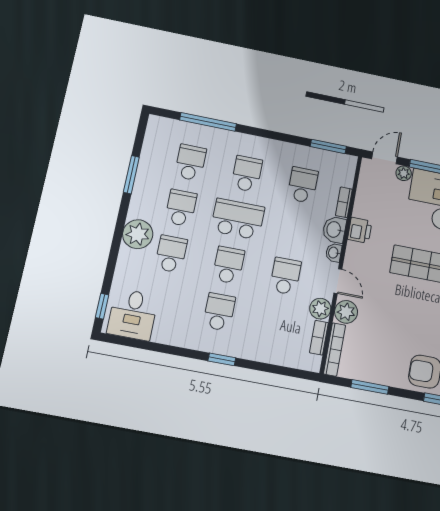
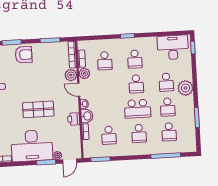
school desk: (285, 276) -> (105, 61), moved
desk: (133, 315) -> (173, 47), width x1.37

